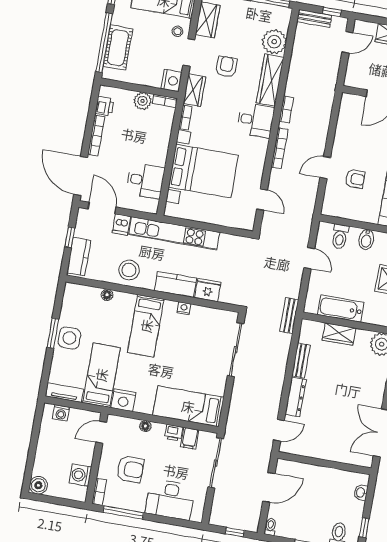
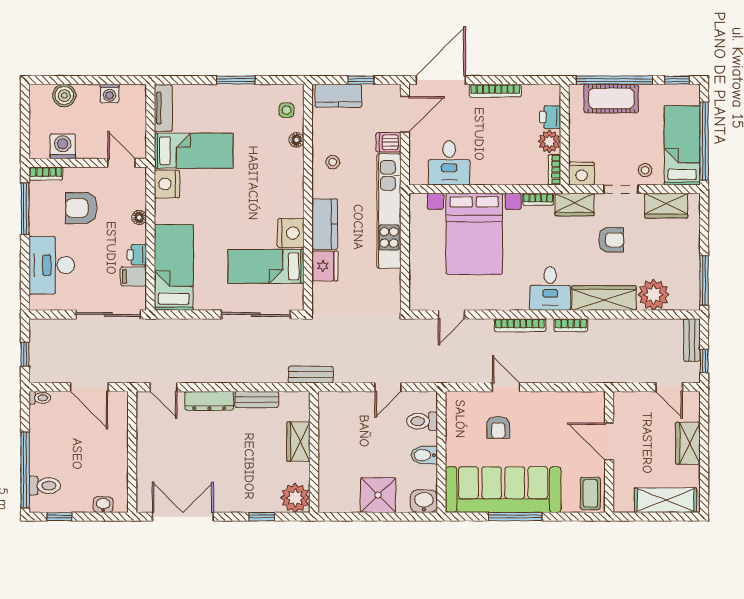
printer: (104, 106) -> (550, 117), moved, turned 90
stool: (129, 270) -> (333, 162), width x0.53, depth x0.53
nightstand: (184, 308) -> (291, 233), width x1.89, depth x1.79
bathtub: (341, 308) -> (331, 438), removed
bed: (146, 326) -> (266, 266), moved
side table: (69, 338) -> (287, 110), moved, width x0.54, depth x0.54
washing machine: (61, 413) -> (110, 93), moved, turned -90
armchair: (130, 469) -> (81, 208), turned 90
boiler: (38, 485) -> (64, 96), moved

